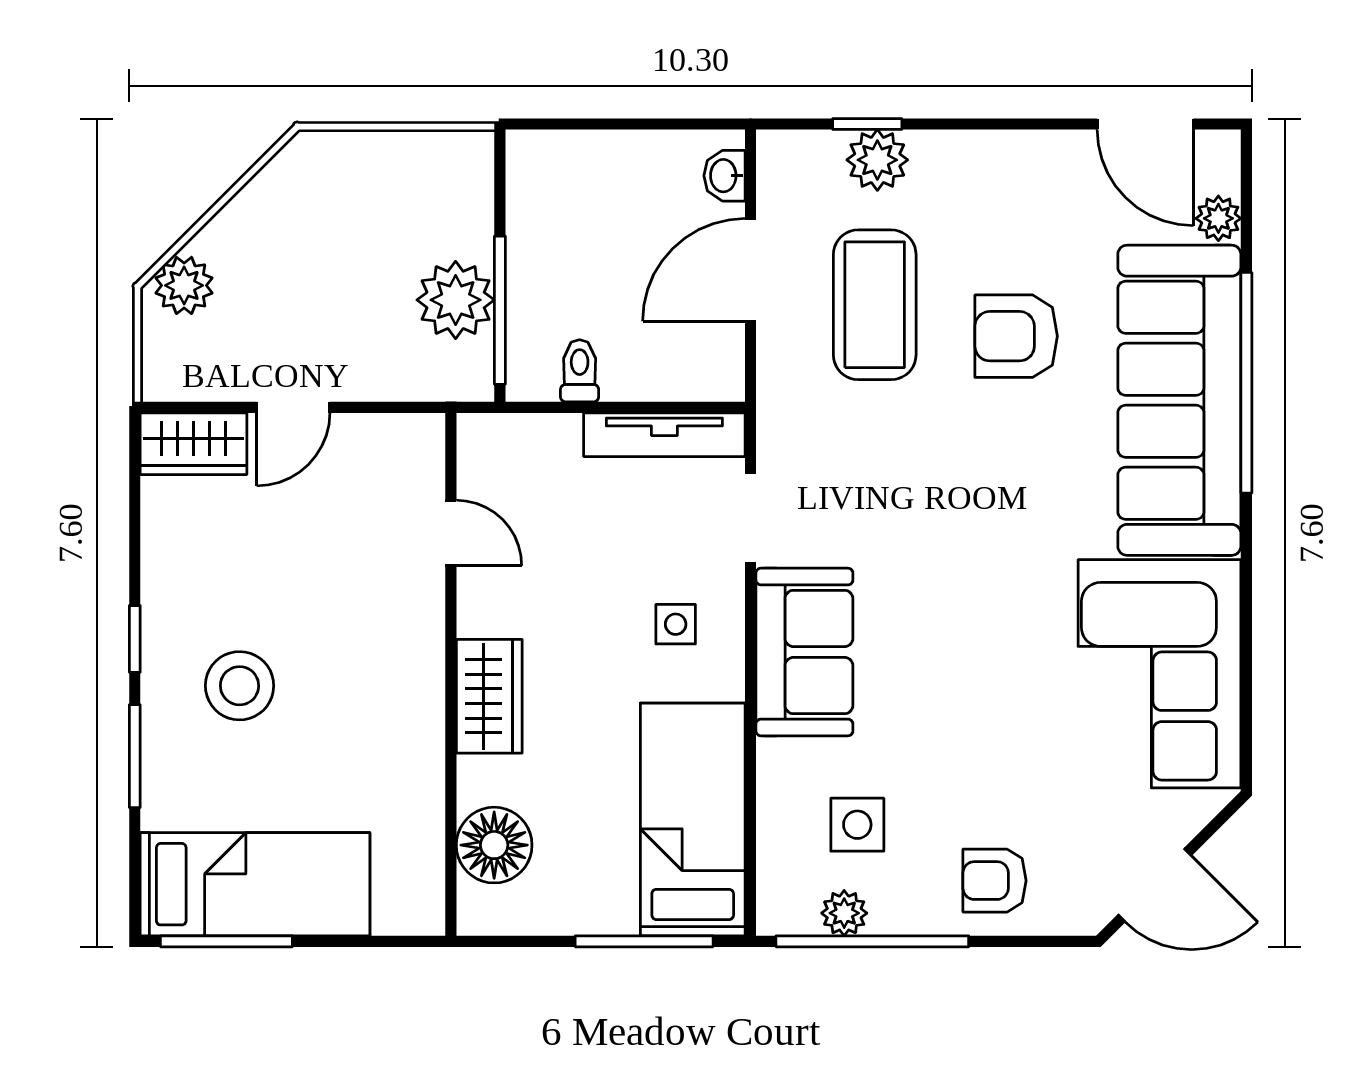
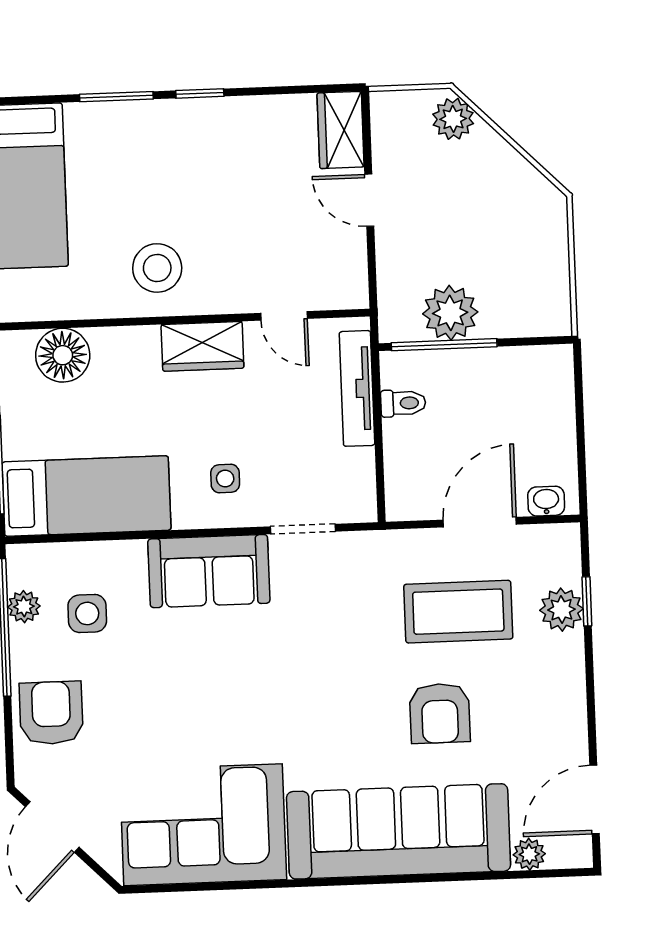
door: (751, 270) -> (480, 522), hinge flipped
armchair: (1016, 336) -> (440, 713), turned 180
window: (1246, 383) -> (413, 879), removed
tv unit: (664, 435) -> (357, 388), moved
door: (451, 533) -> (284, 316), hinge flipped
stool: (240, 686) -> (157, 268), moved
wardrobe: (489, 696) -> (202, 346), moved
armchair: (995, 881) -> (51, 713), width x1.38, depth x1.38

